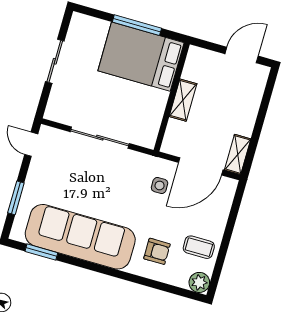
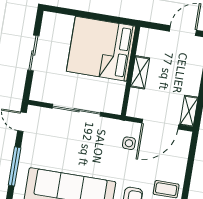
window: (137, 25) -> (96, 16), removed
bed: (141, 57) -> (101, 49), width x1.36
window: (16, 198) -> (15, 166), width x1.44

